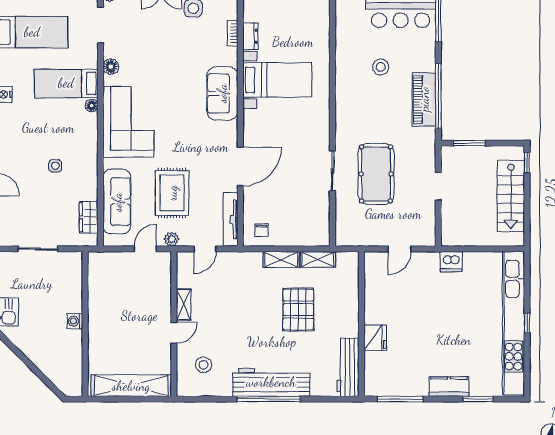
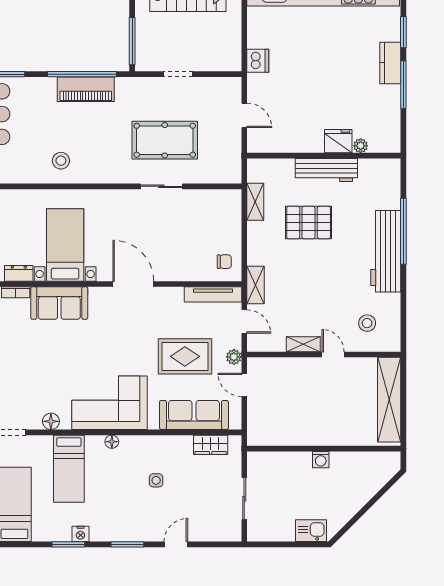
stool: (381, 67) -> (61, 161), moved
sofa: (222, 93) -> (59, 303), moved
floor lamp: (92, 105) -> (112, 442), moved
window: (470, 143) -> (132, 41), width x1.44
door: (240, 166) -> (133, 284), moved
shelving: (281, 260) -> (255, 285), moved
plant: (371, 359) -> (361, 146), added
workbench: (348, 367) -> (326, 170), moved
window: (268, 399) -> (403, 231), moved
window: (400, 399) -> (403, 85), moved

